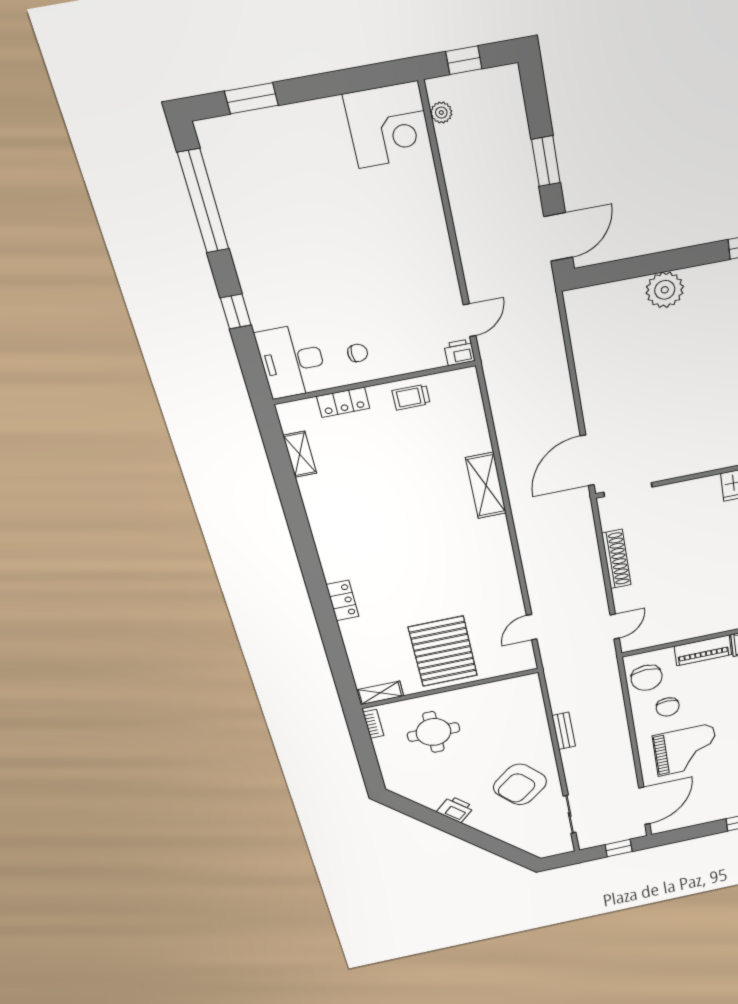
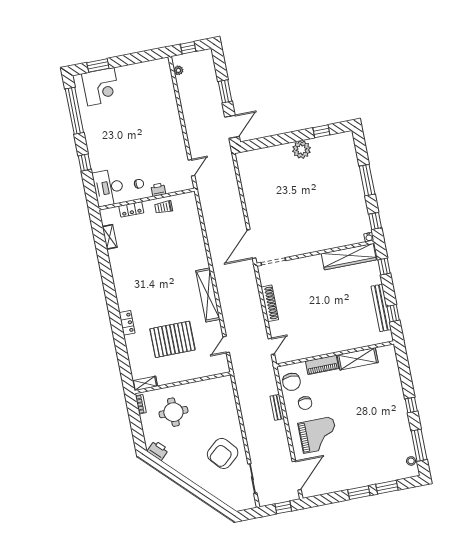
corner desk: (388, 125) -> (101, 87), moved
plant: (665, 290) -> (301, 150), moved
printer: (459, 352) -> (158, 190), moved
shelving: (486, 486) -> (208, 295), moved, width x1.47
pallet: (443, 651) -> (172, 339), moved, turned 90
bench: (564, 731) -> (277, 407), moved
printer: (455, 809) -> (158, 450), moved

